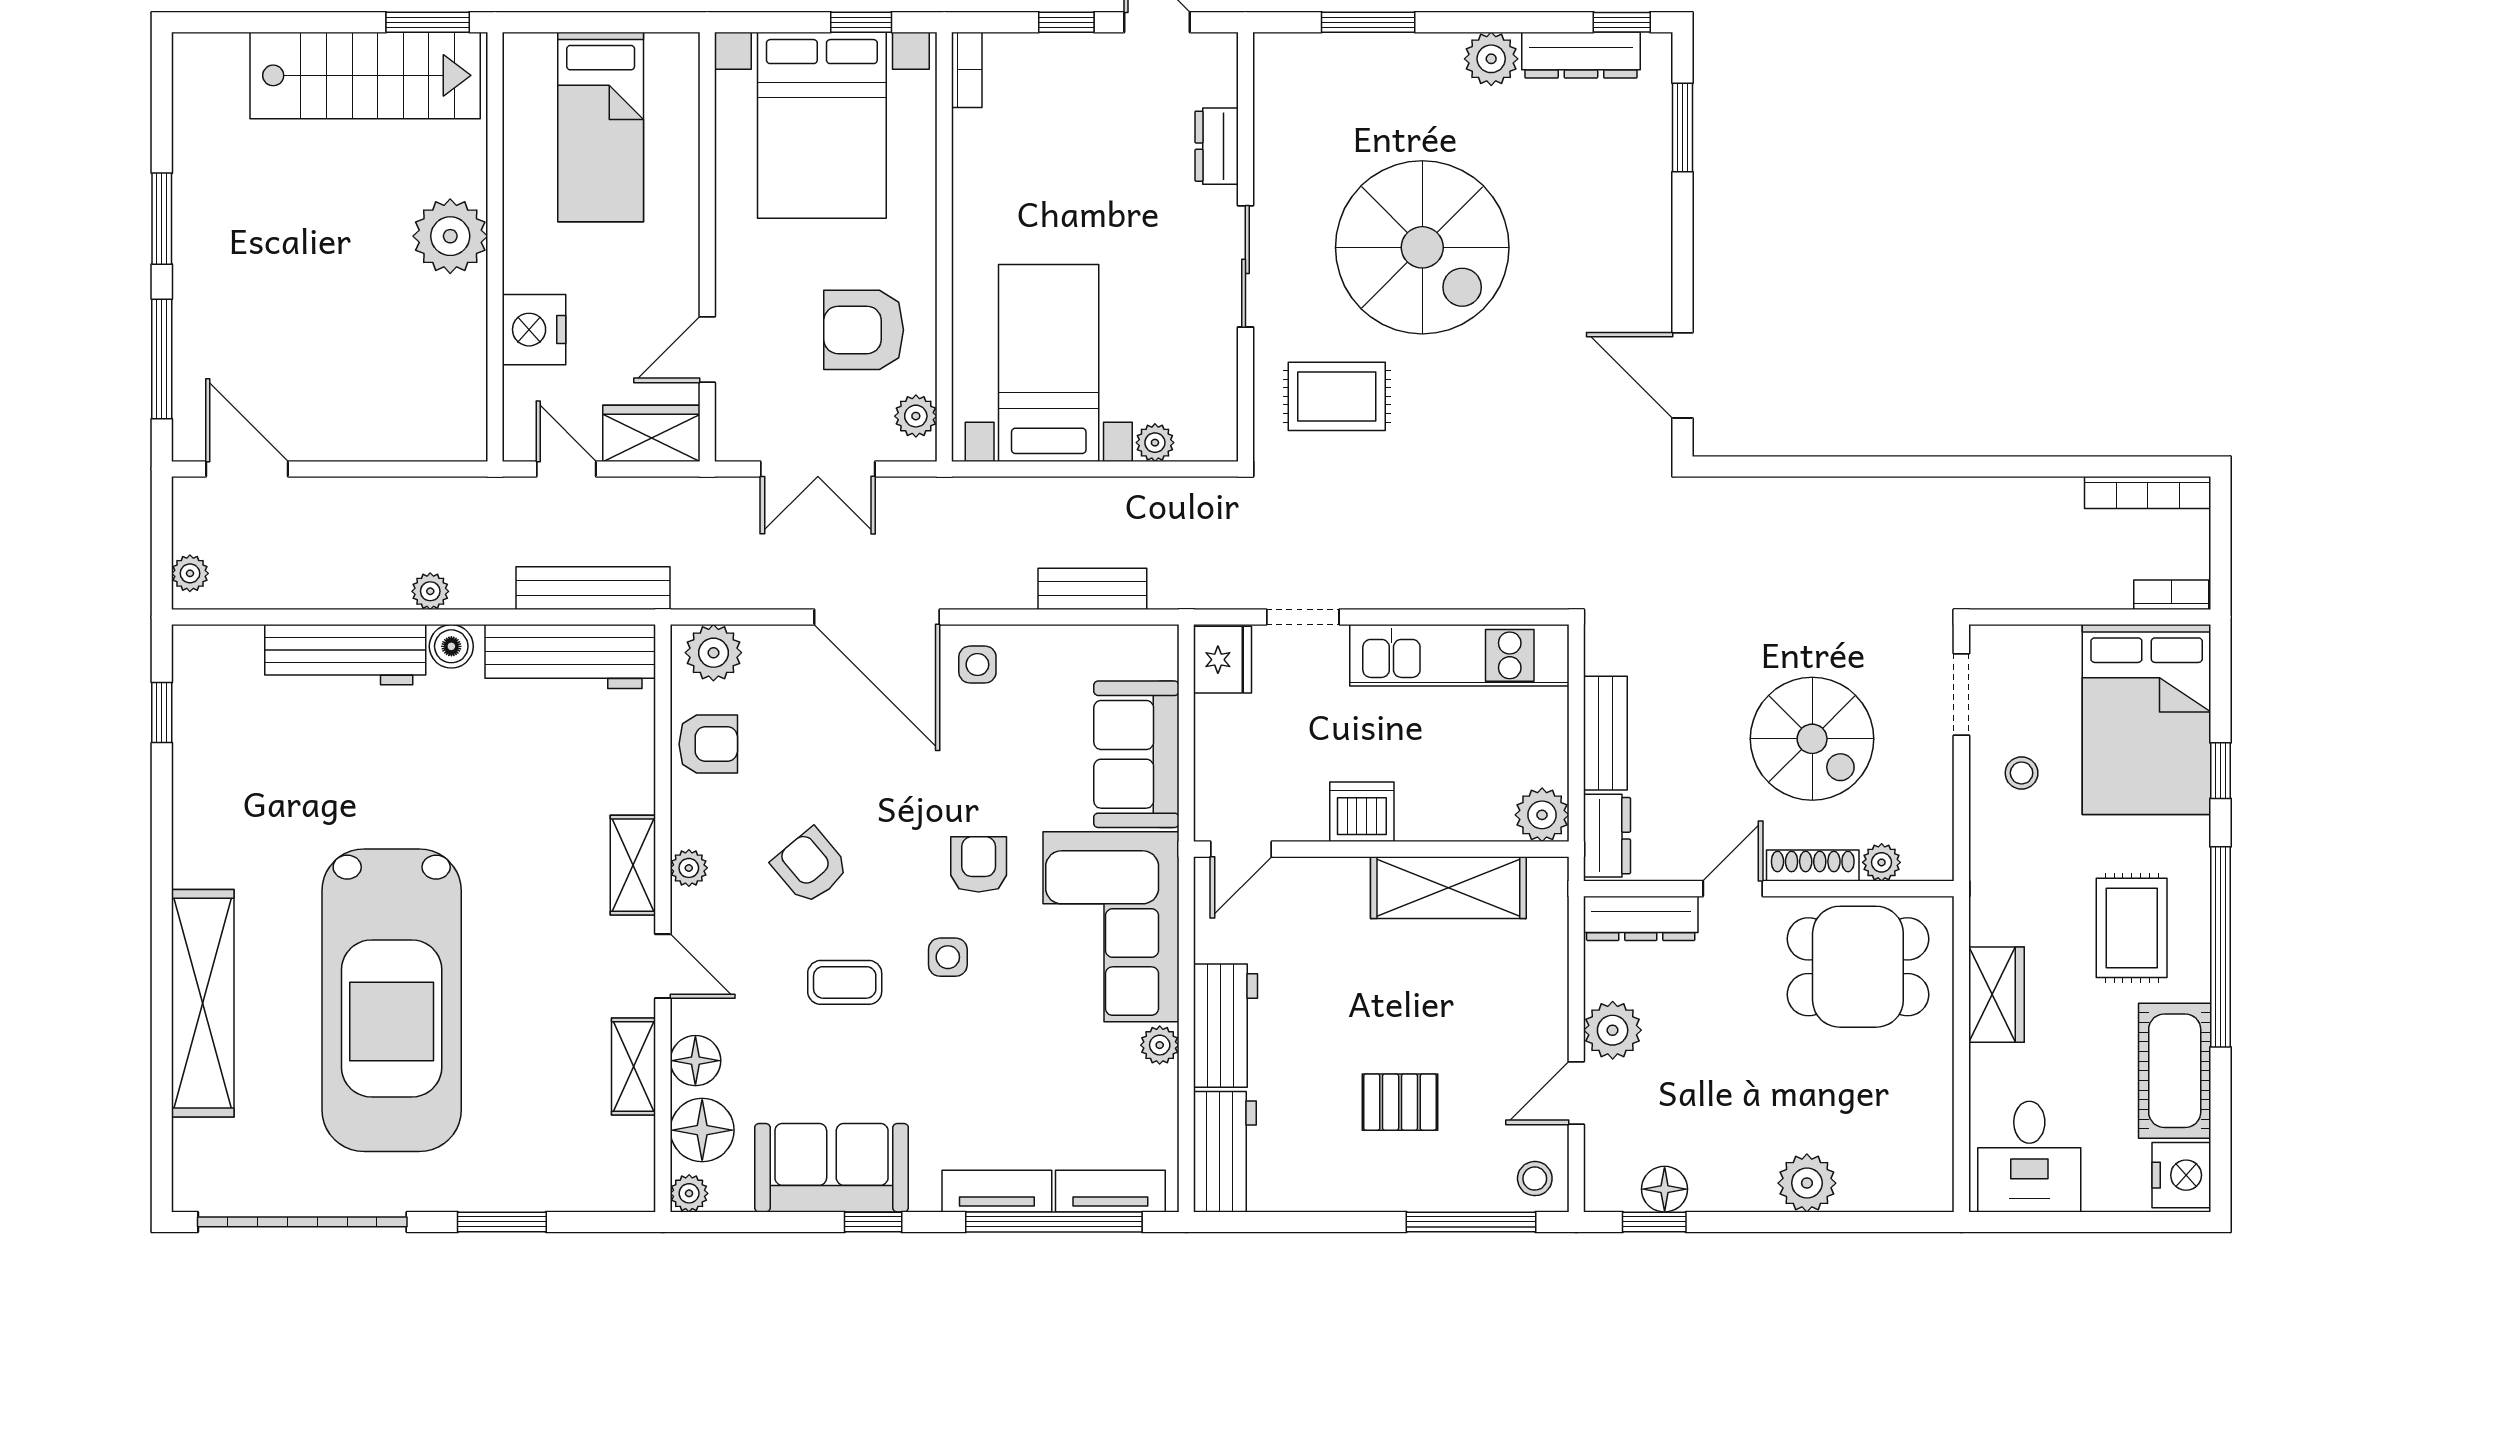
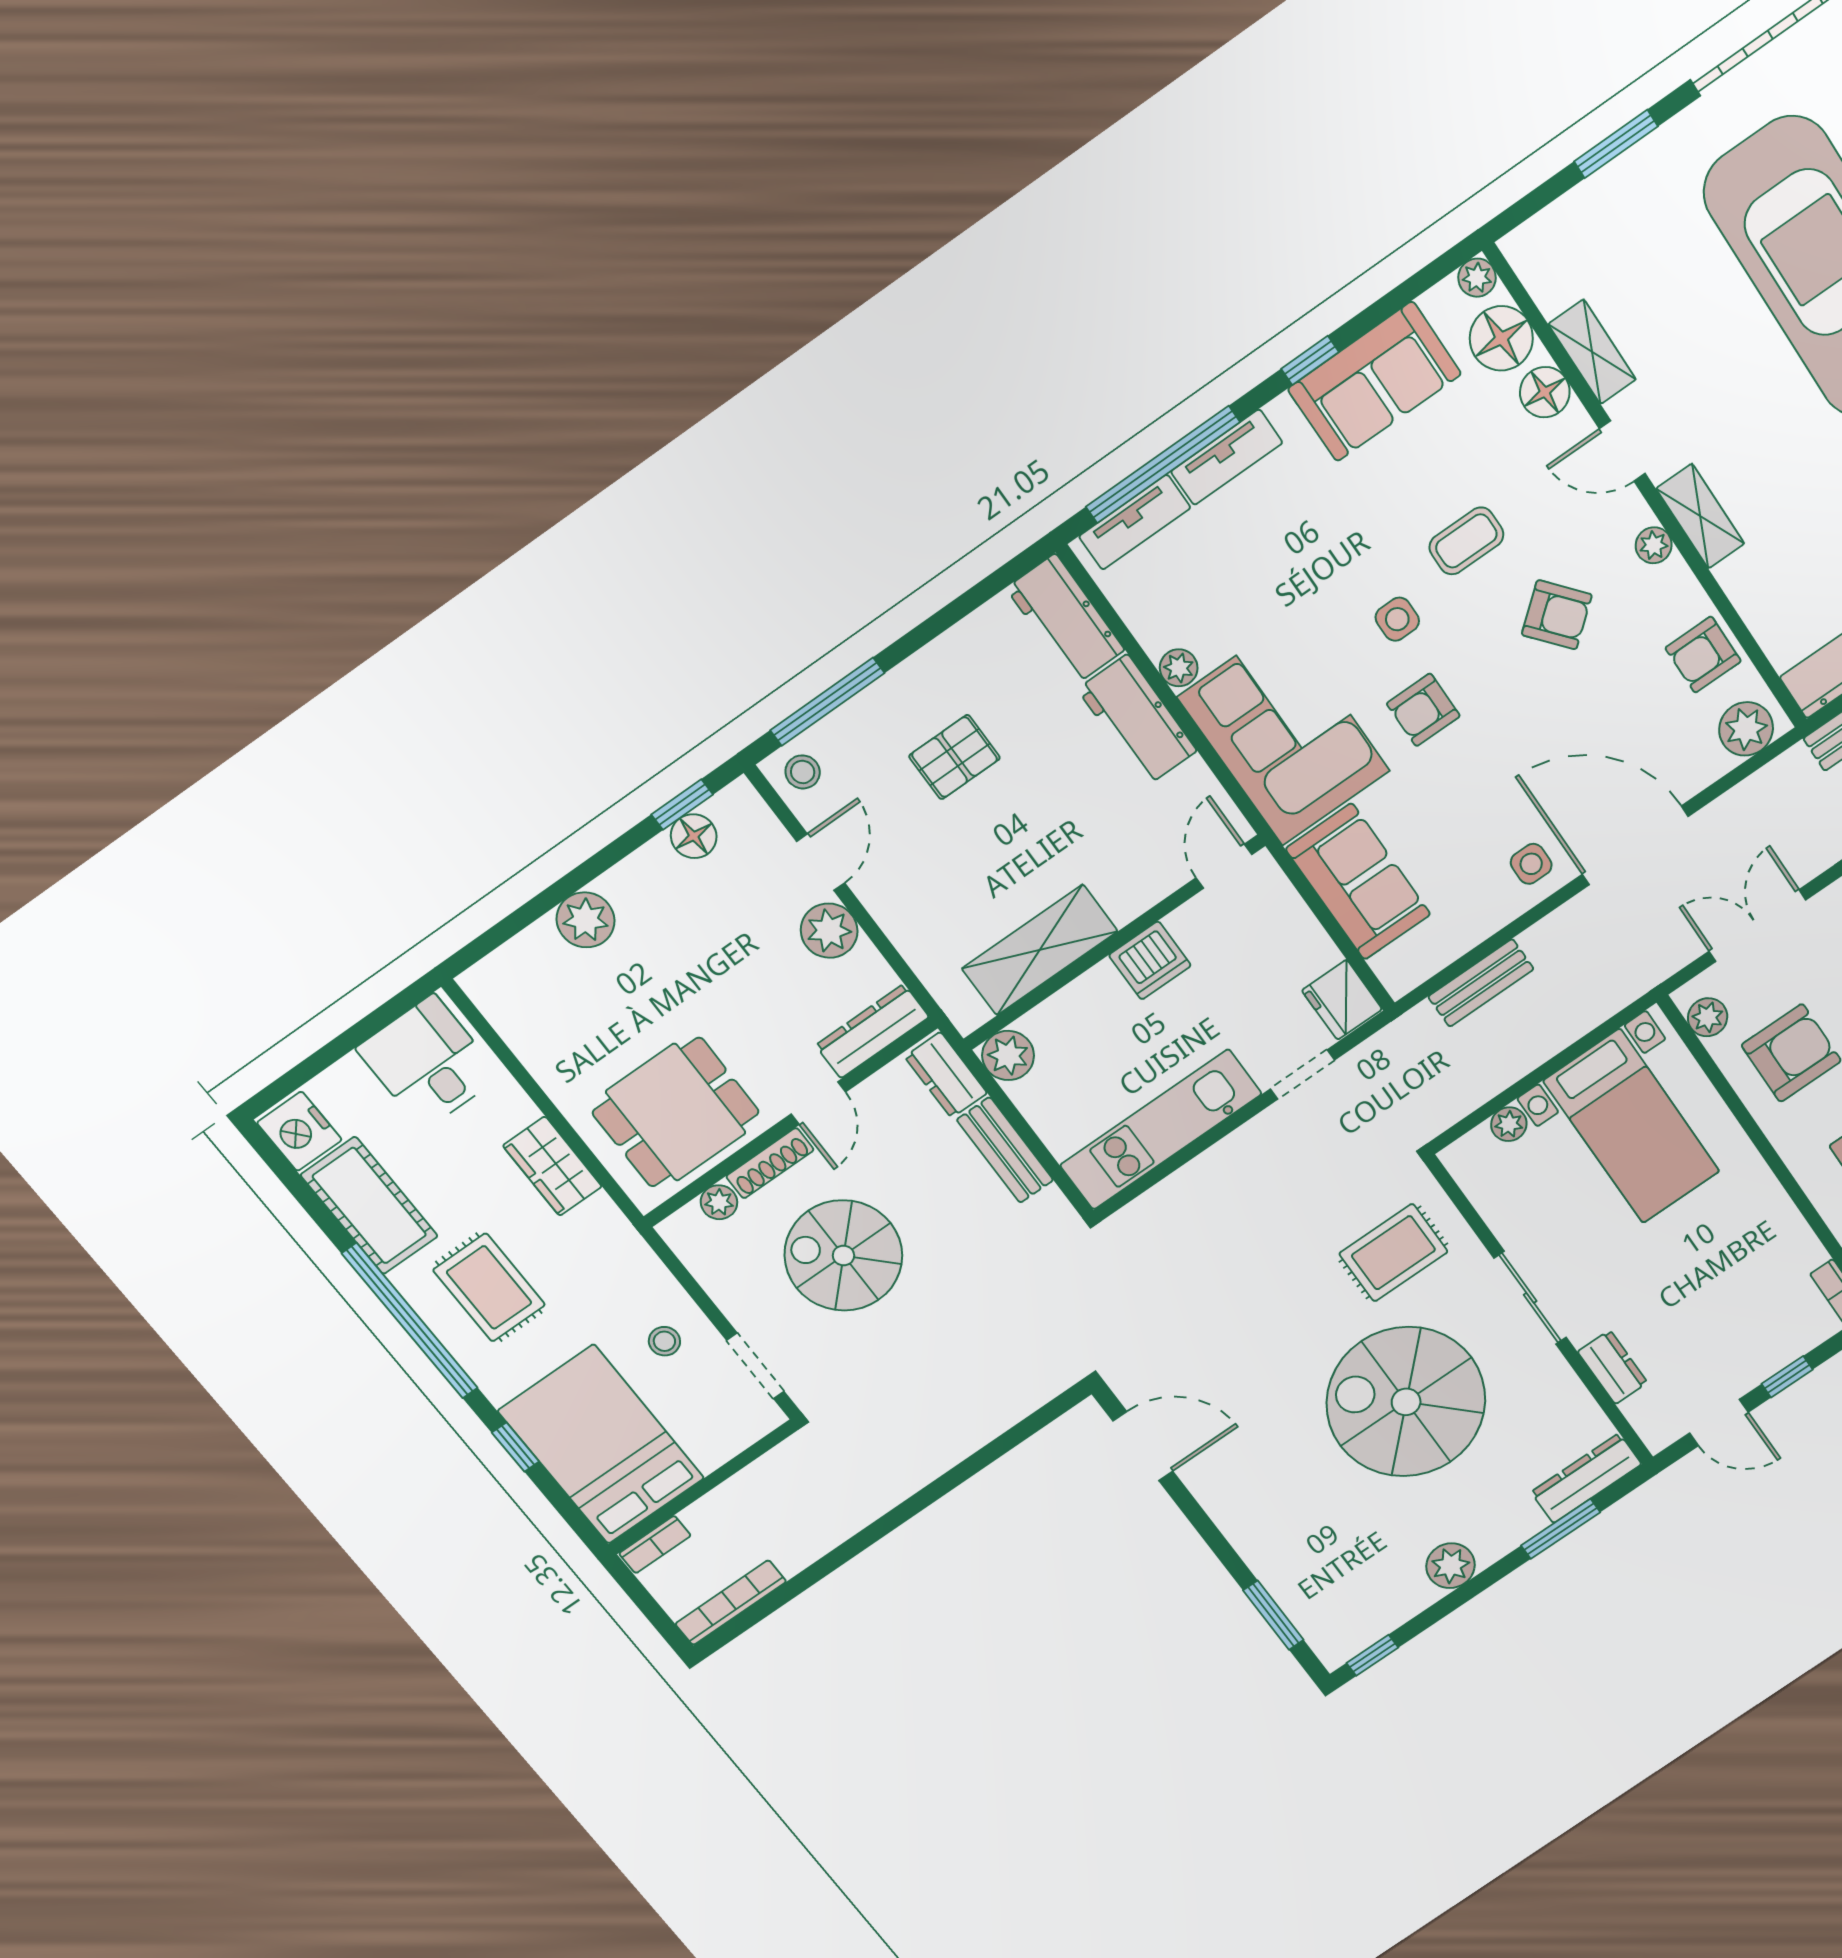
dresser: (1581, 55) -> (1586, 1478), moved
armchair: (979, 864) -> (1423, 710), turned 90

